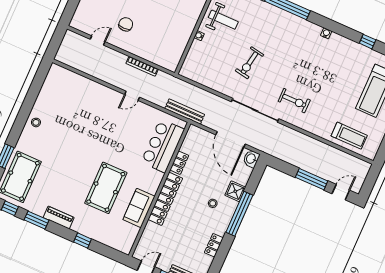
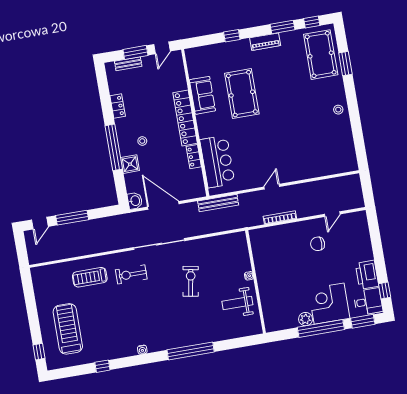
chair: (126, 24) -> (318, 244), turned 90
treadmill: (349, 136) -> (90, 277), moved

